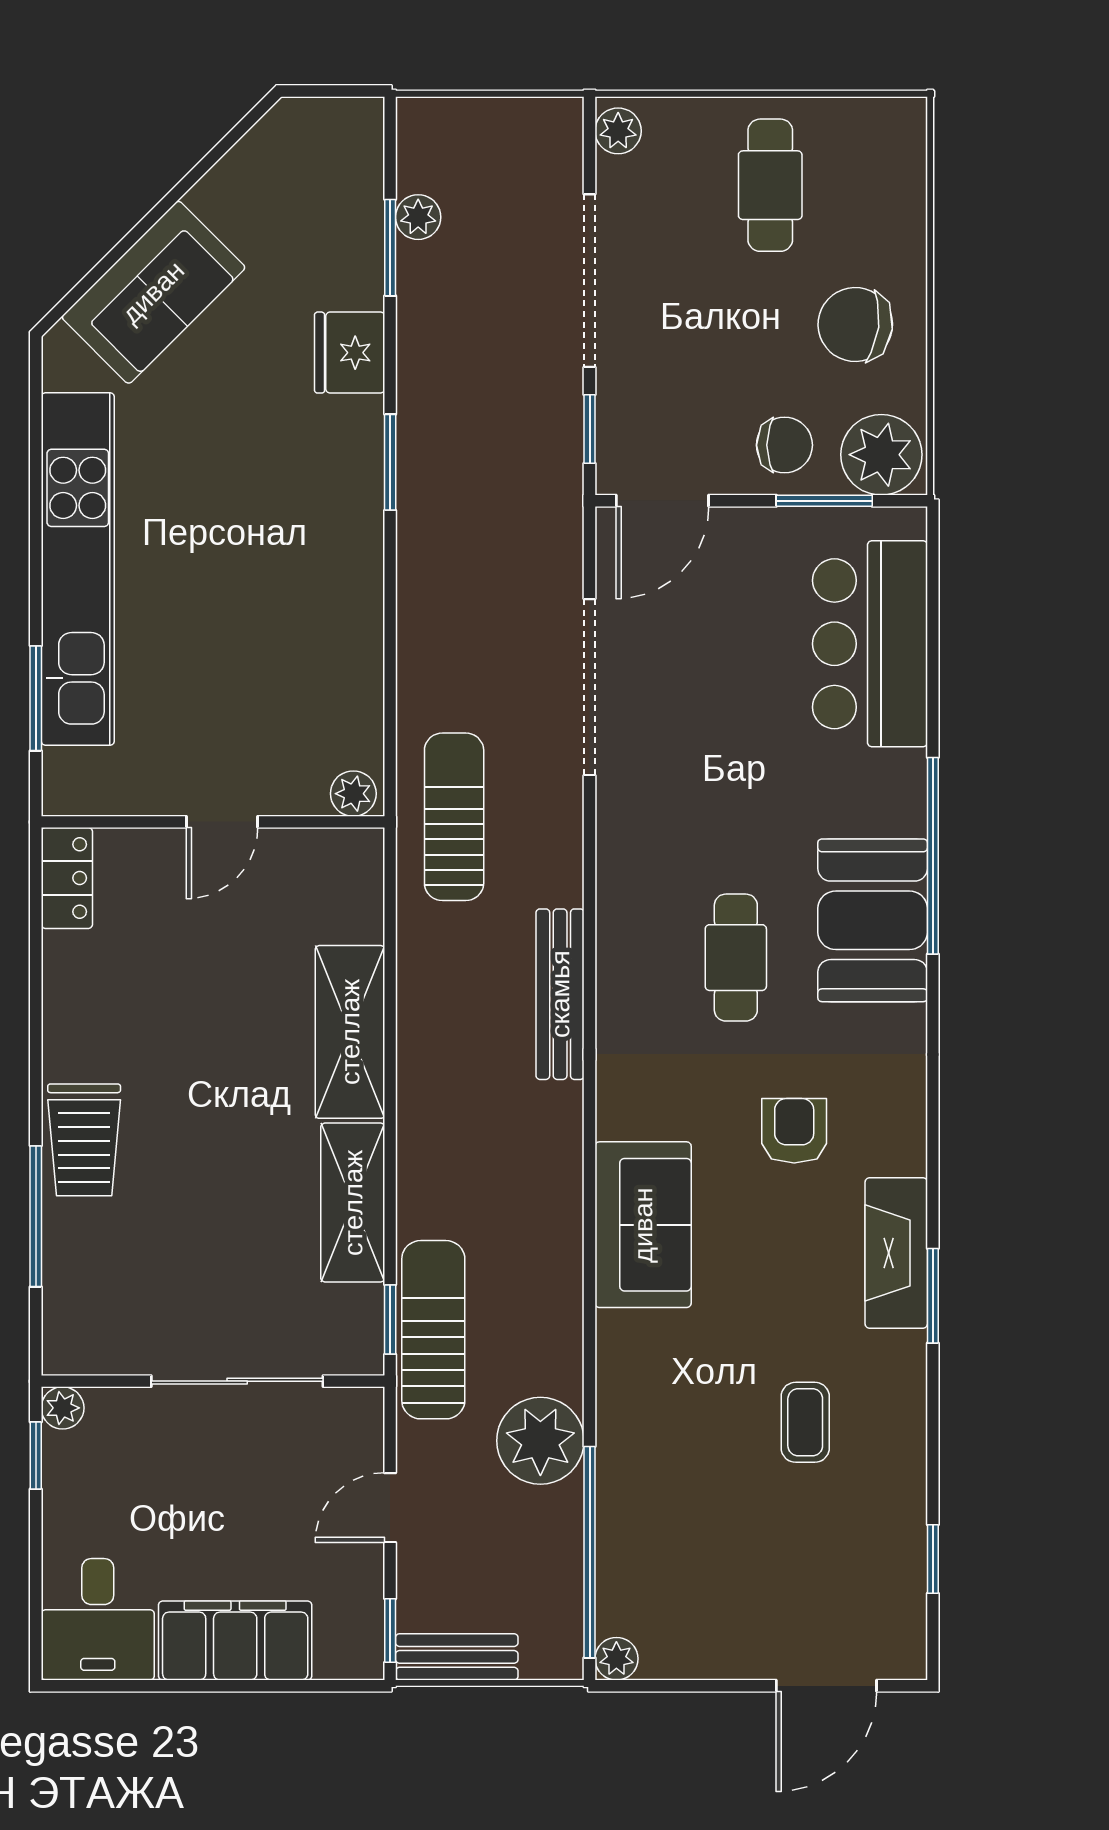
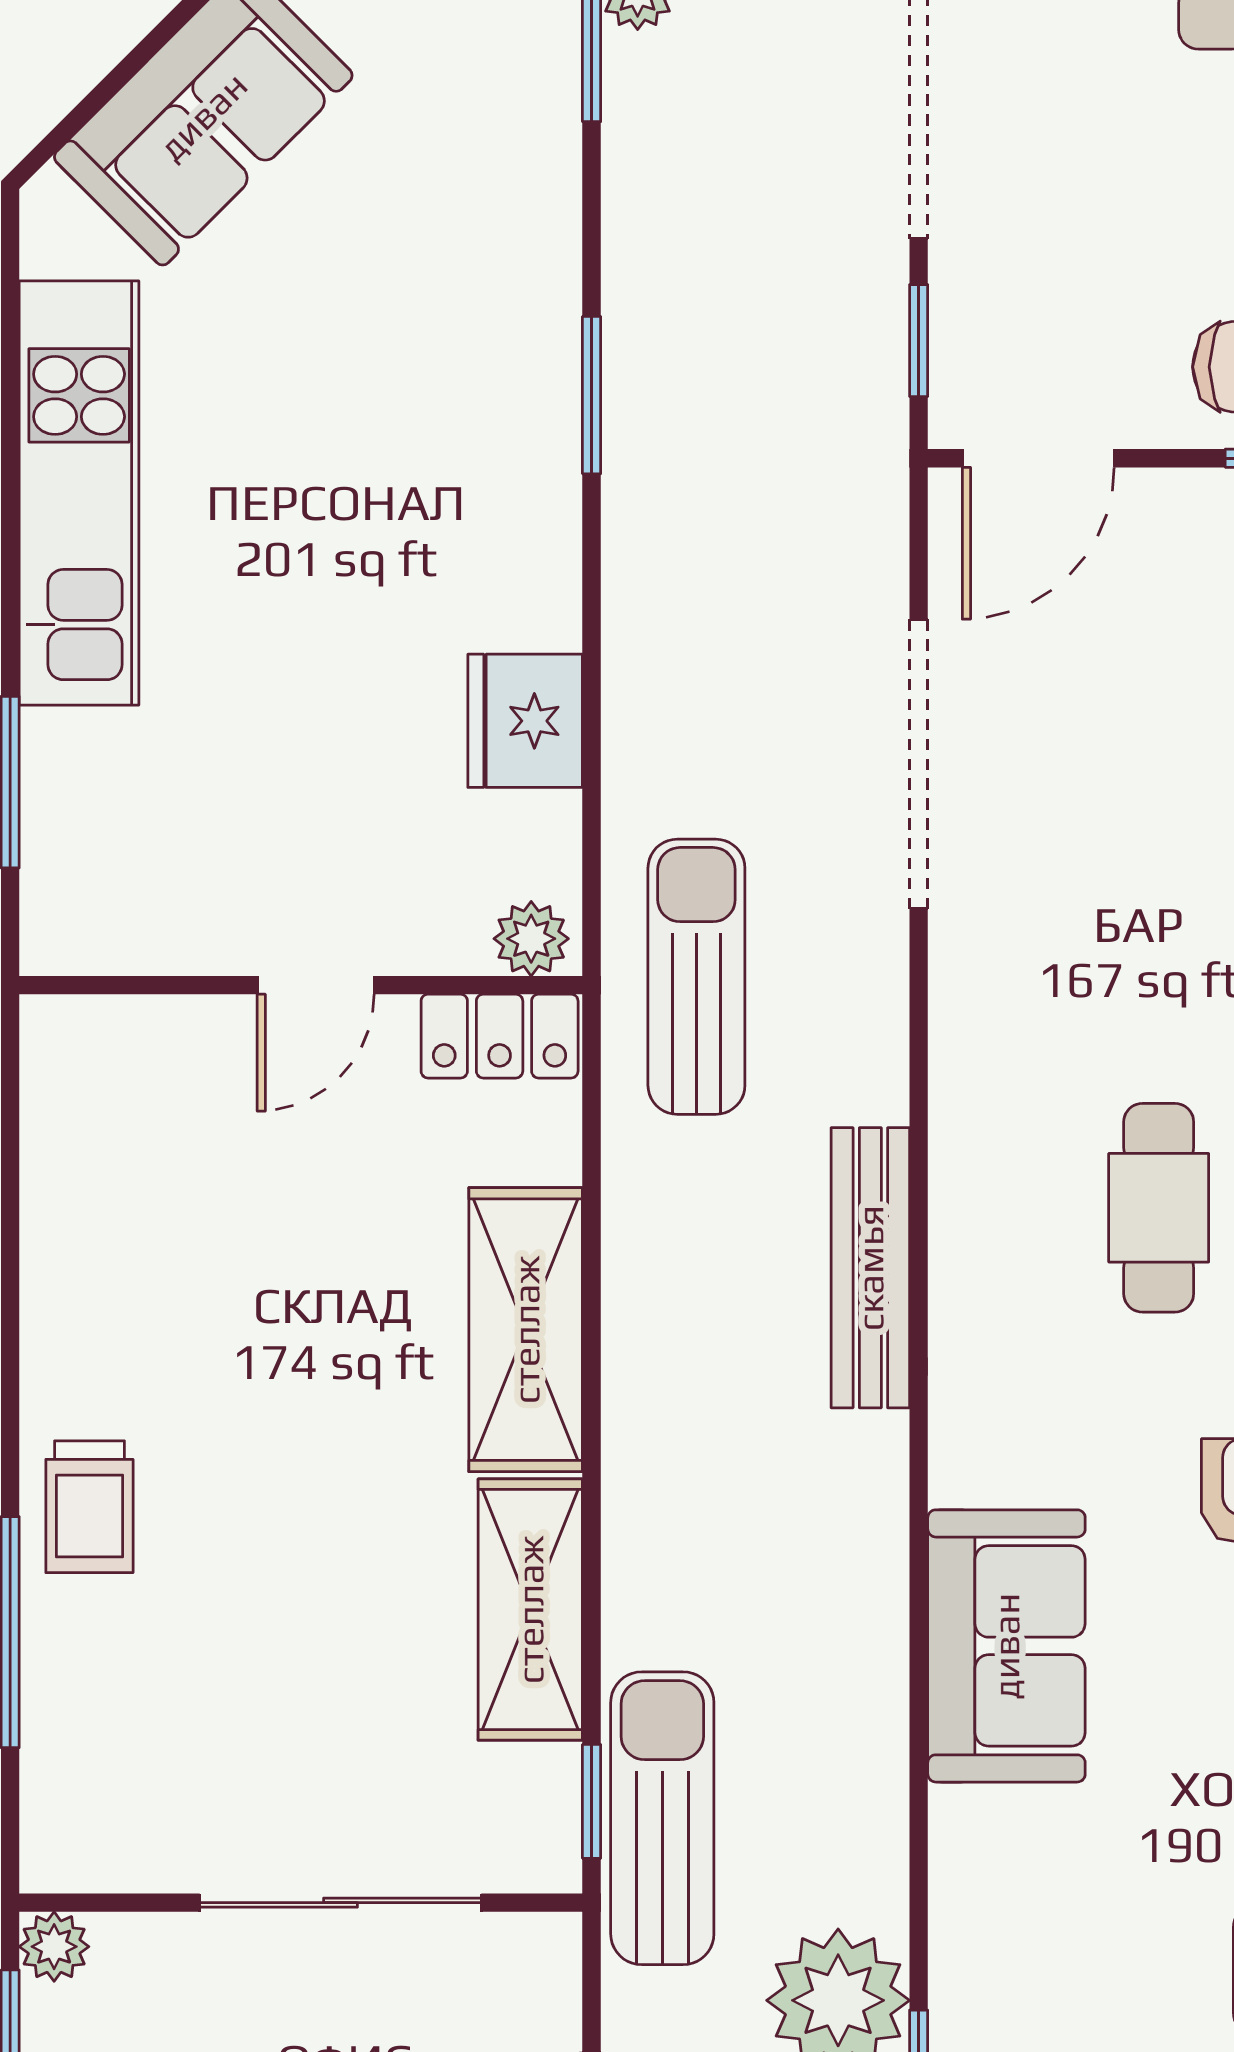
fridge: (350, 353) -> (525, 721), moved
kitchen unit: (78, 569) -> (79, 493), width x0.73
locker: (67, 878) -> (500, 1036), moved, turned 90
trolley: (84, 1140) -> (89, 1507), width x0.73, depth x0.72

